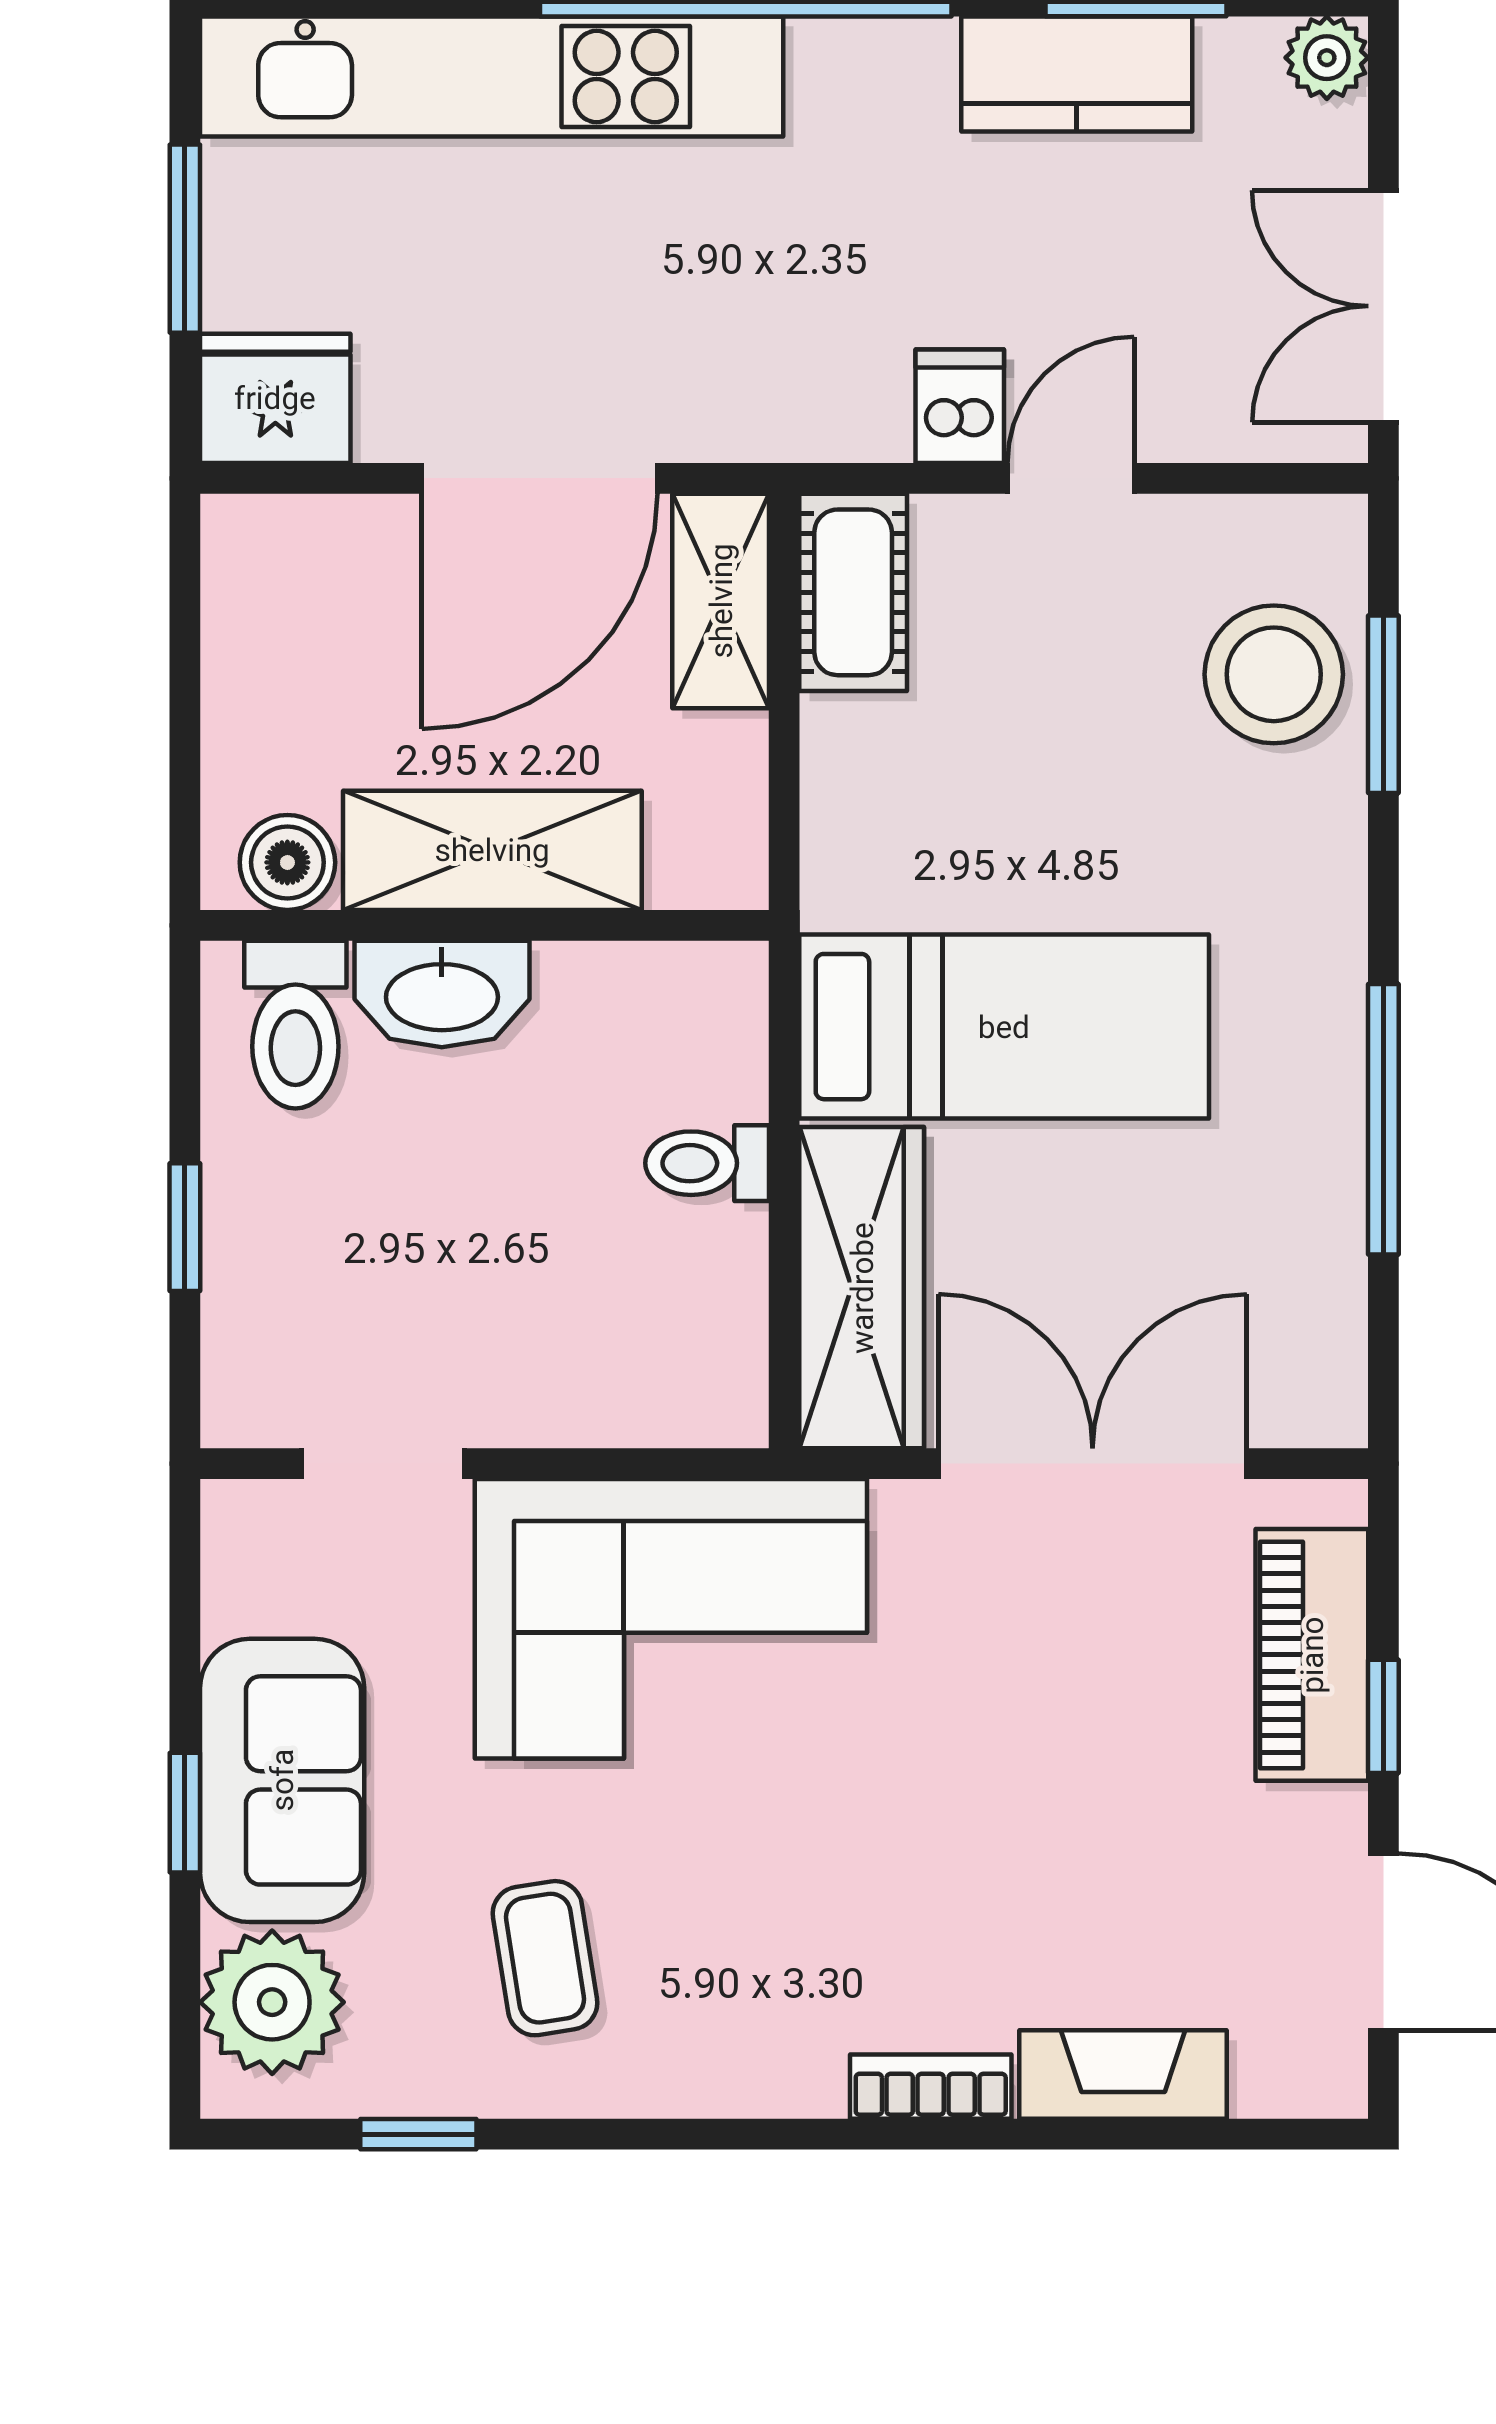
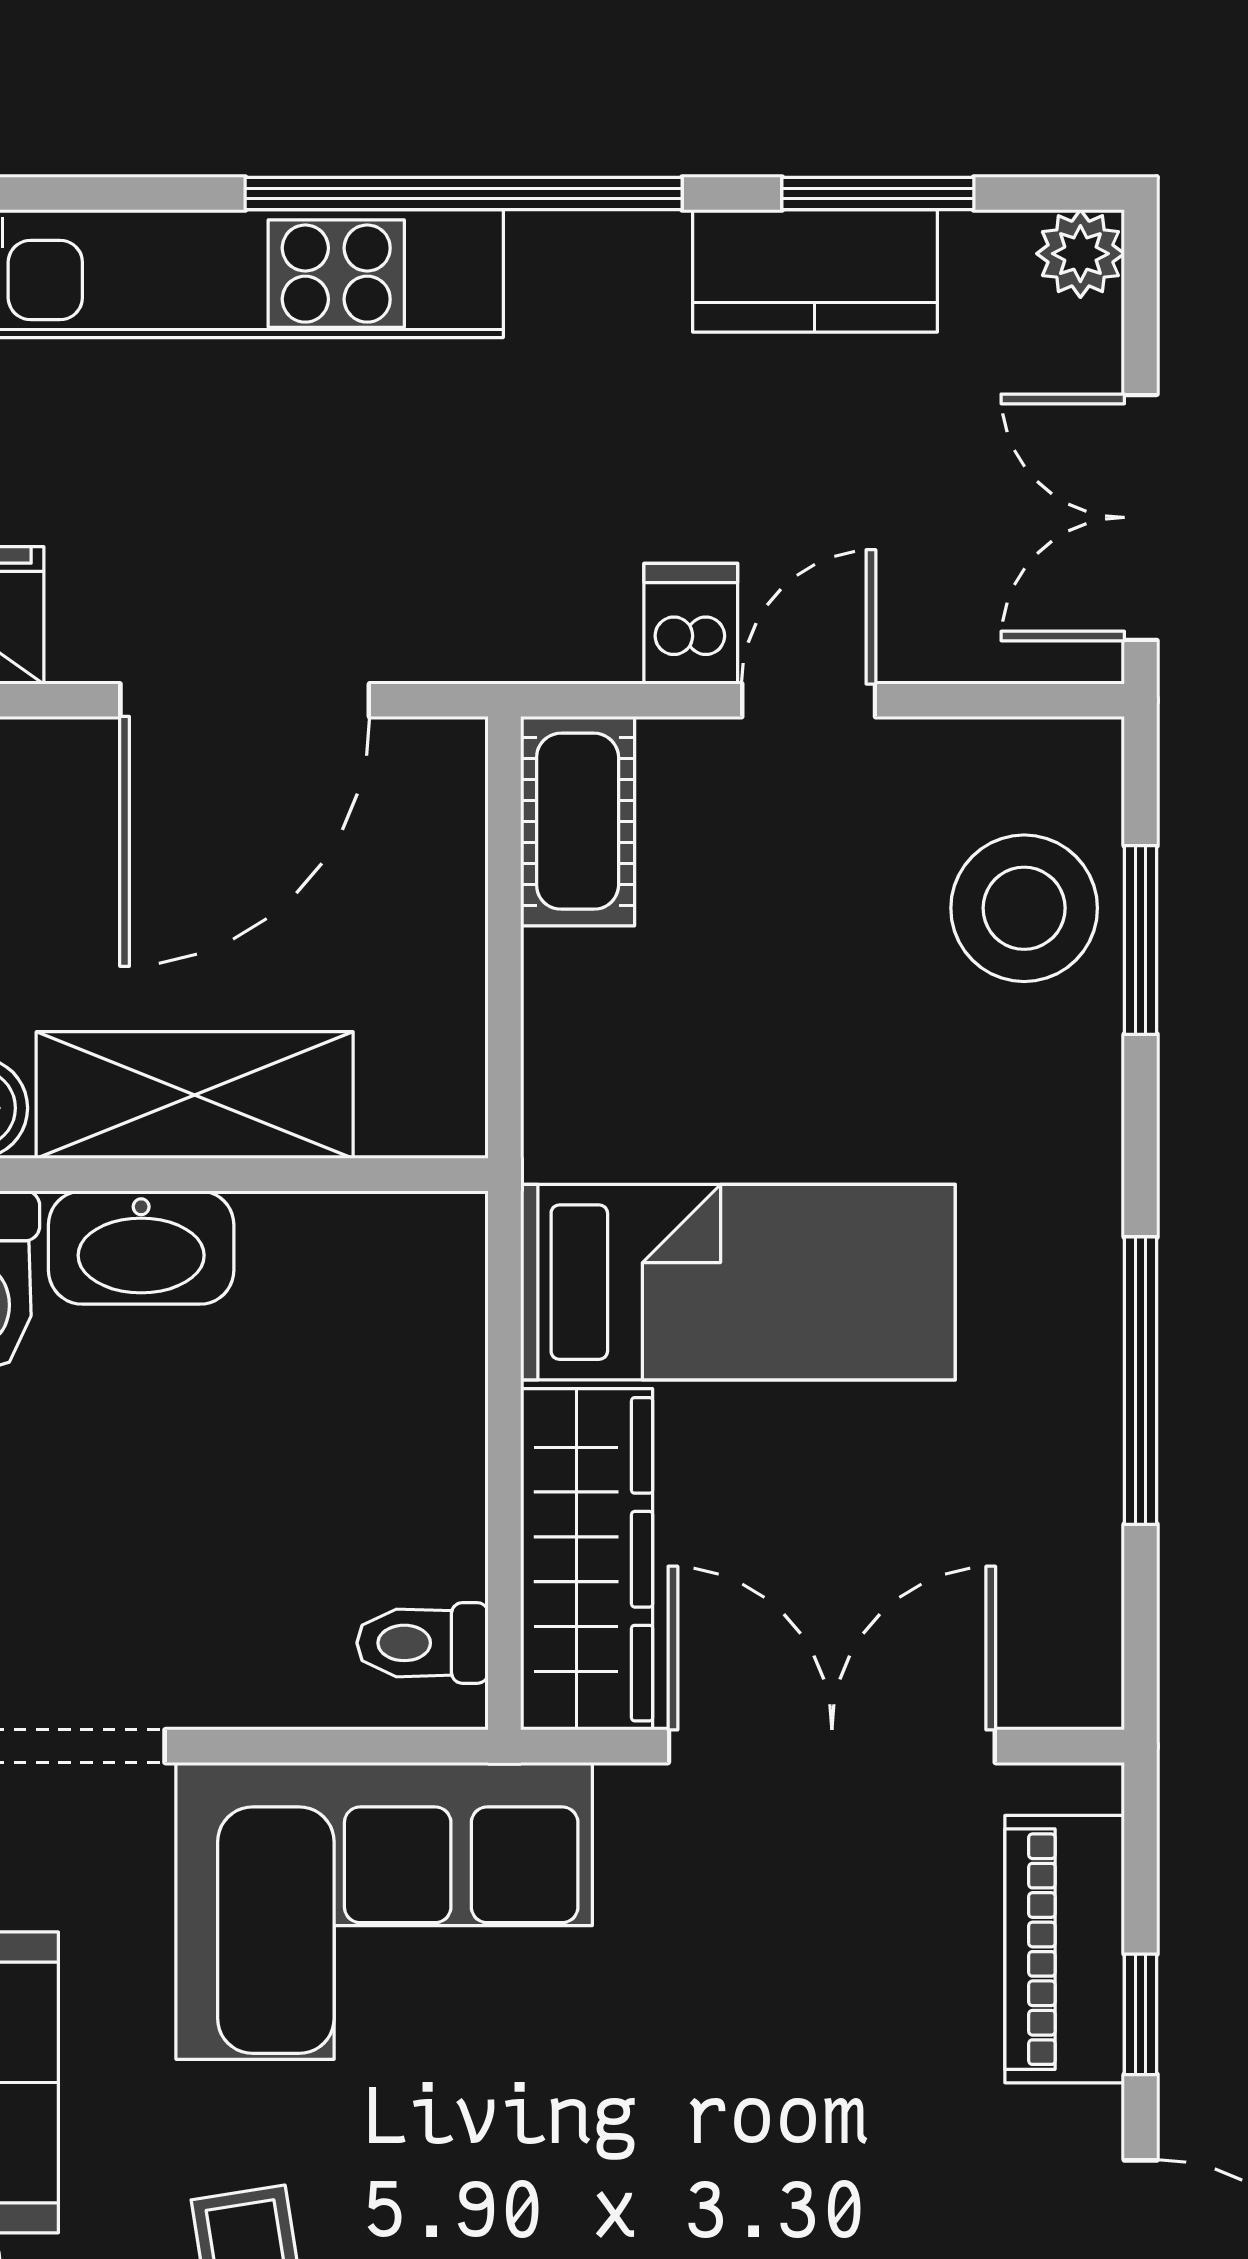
shelving: (721, 601) -> (437, 830), removed
toilet: (707, 1163) -> (423, 1643), moved

